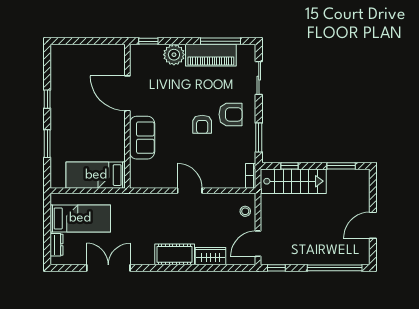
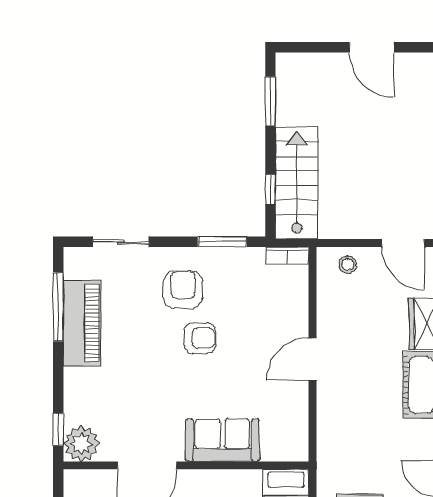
plant: (174, 55) -> (81, 444), moved

